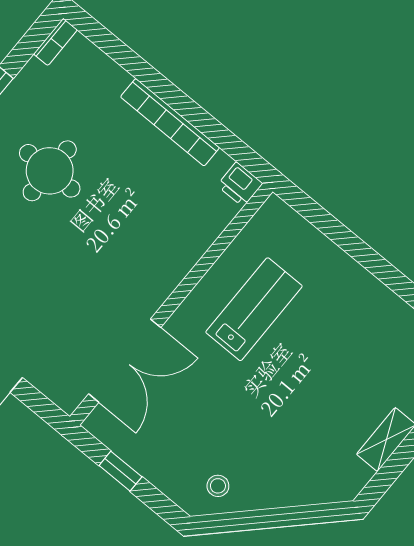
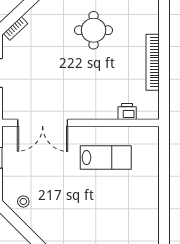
printer: (240, 184) -> (127, 111), moved, turned 90

